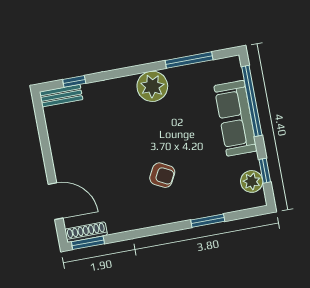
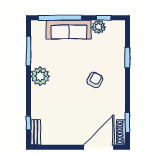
plant: (252, 181) -> (99, 27), moved
door: (56, 201) -> (99, 147), width x1.36
window: (88, 243) -> (127, 122), moved

